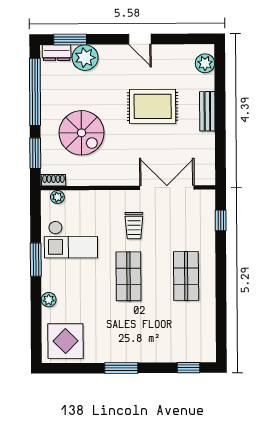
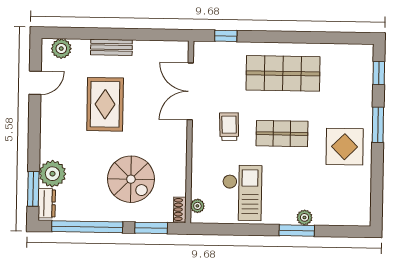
door: (140, 39) -> (35, 83), moved
spiral stairs: (82, 133) -> (131, 179), turned 90
trolley: (134, 226) -> (229, 127), turned -92
window: (36, 260) -> (297, 230), moved
shop shelf: (186, 276) -> (283, 73), width x1.43, depth x1.36
display table: (66, 341) -> (345, 147), moved
window: (121, 368) -> (378, 125), moved

